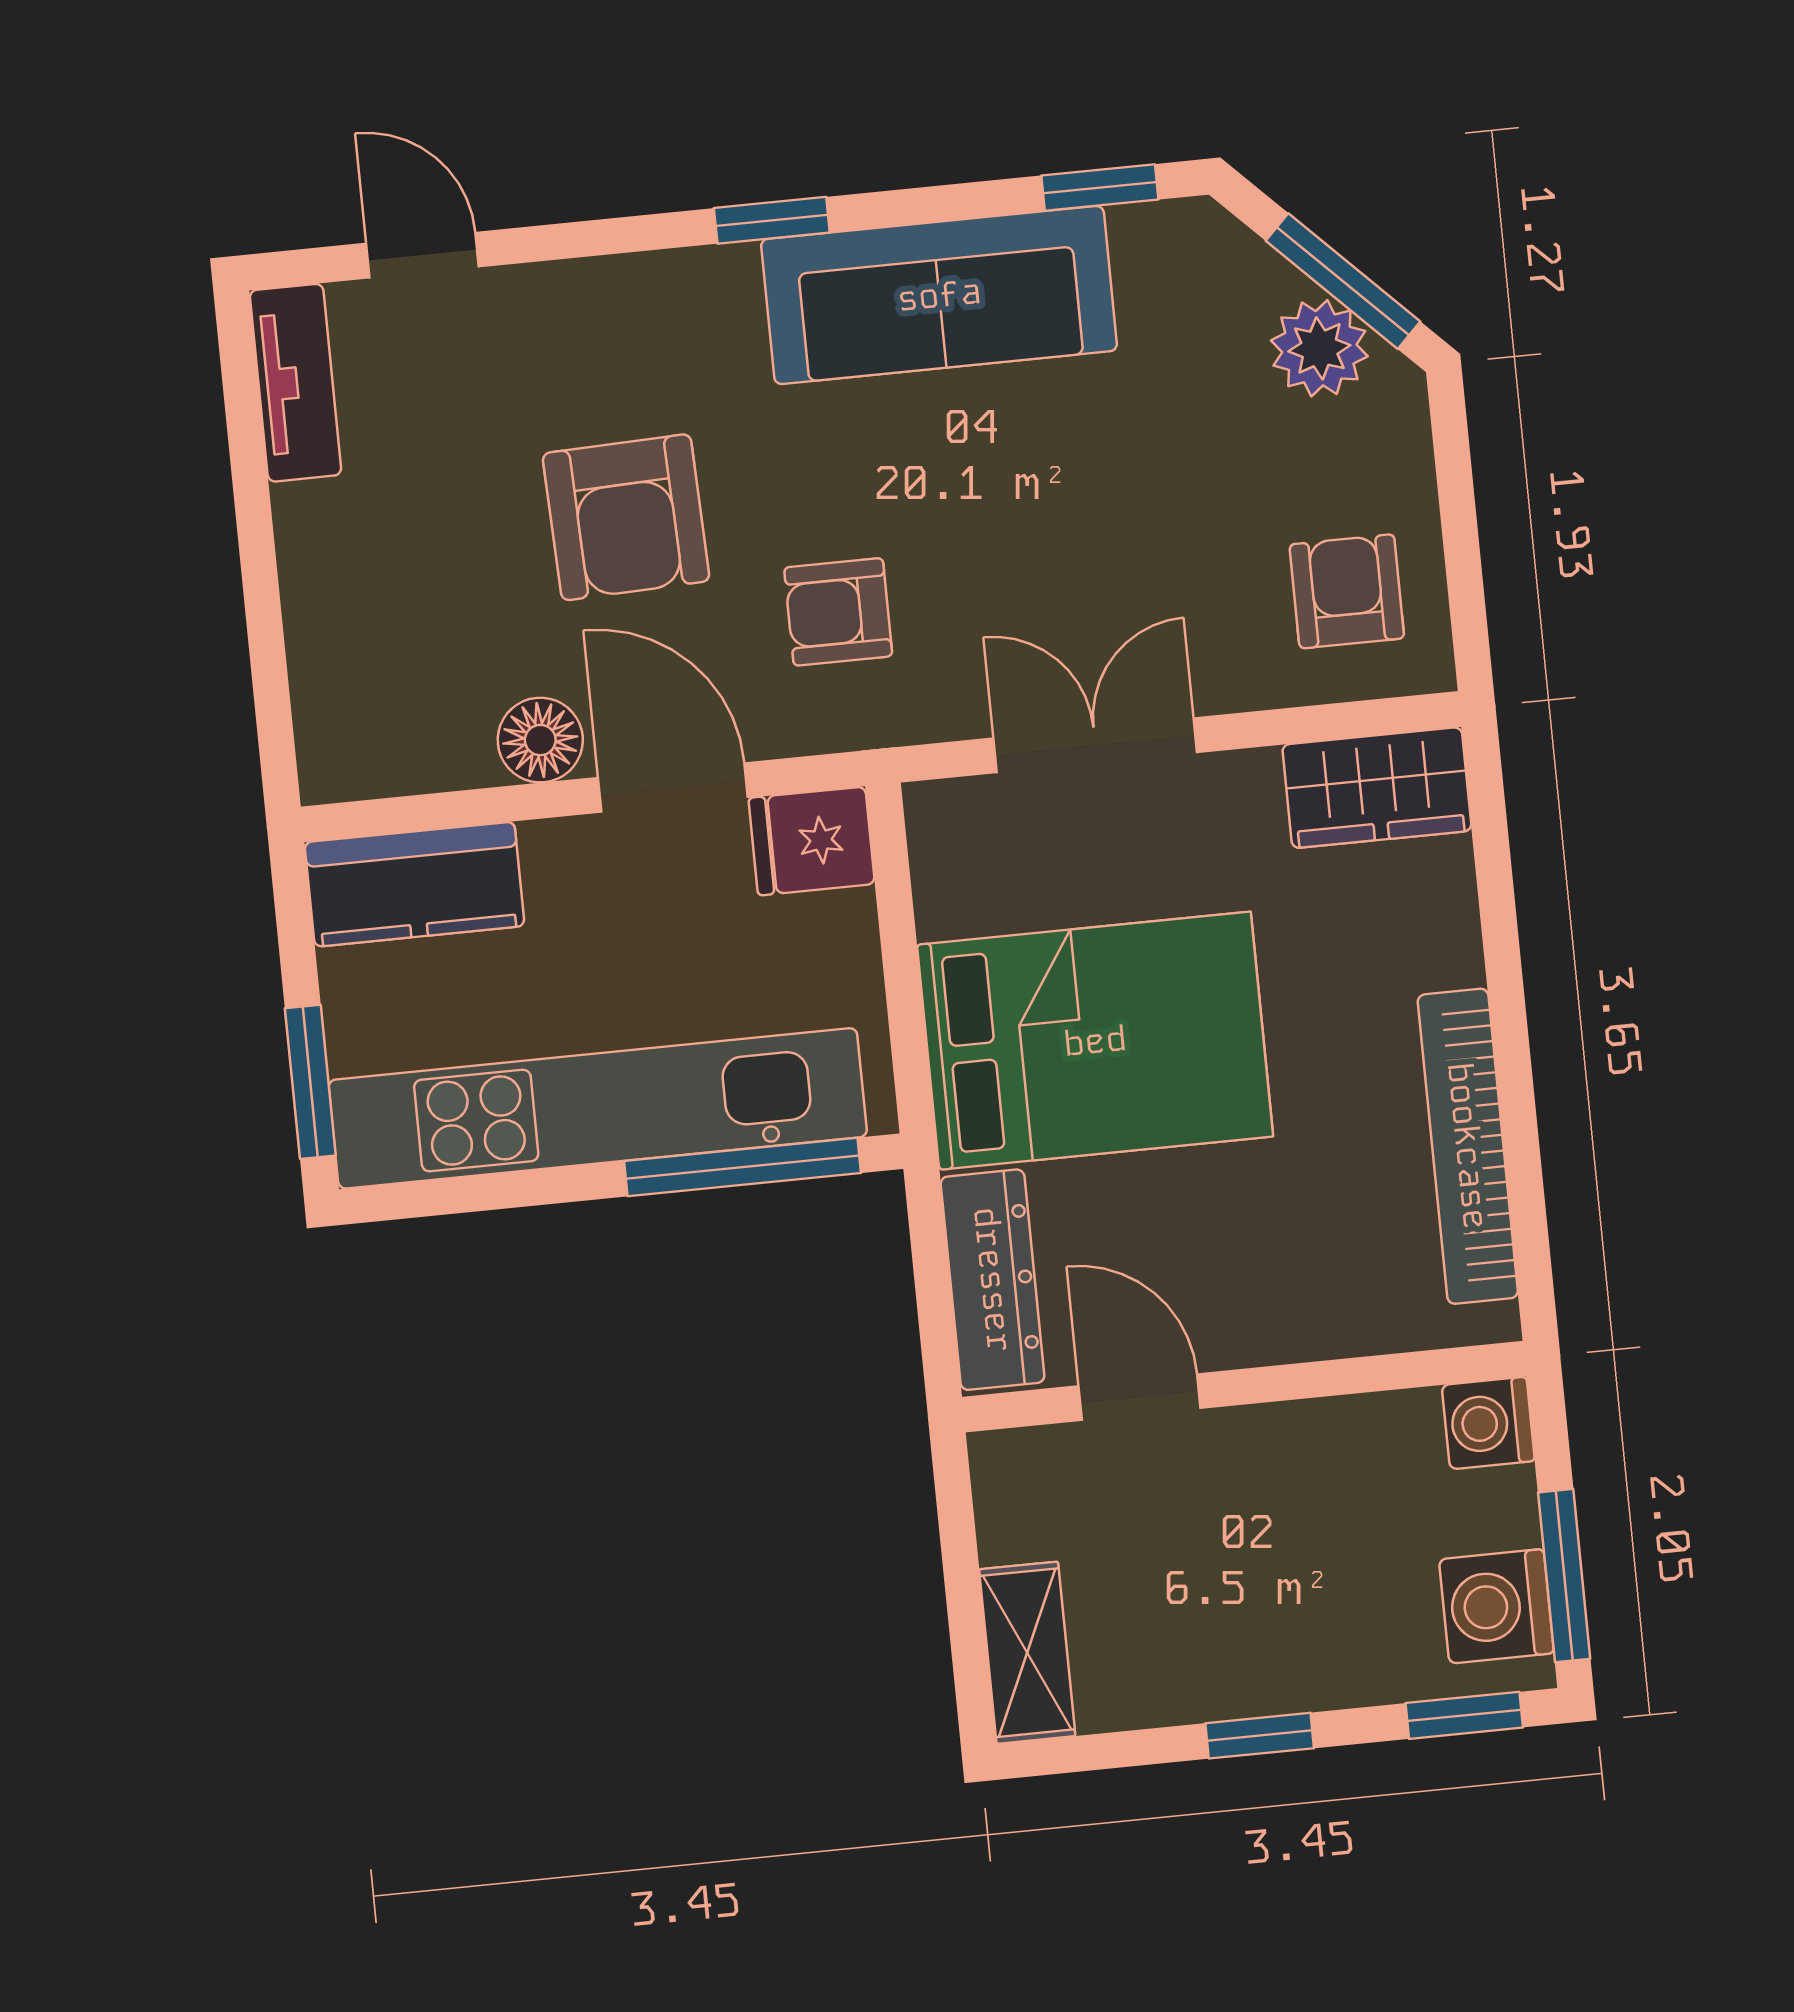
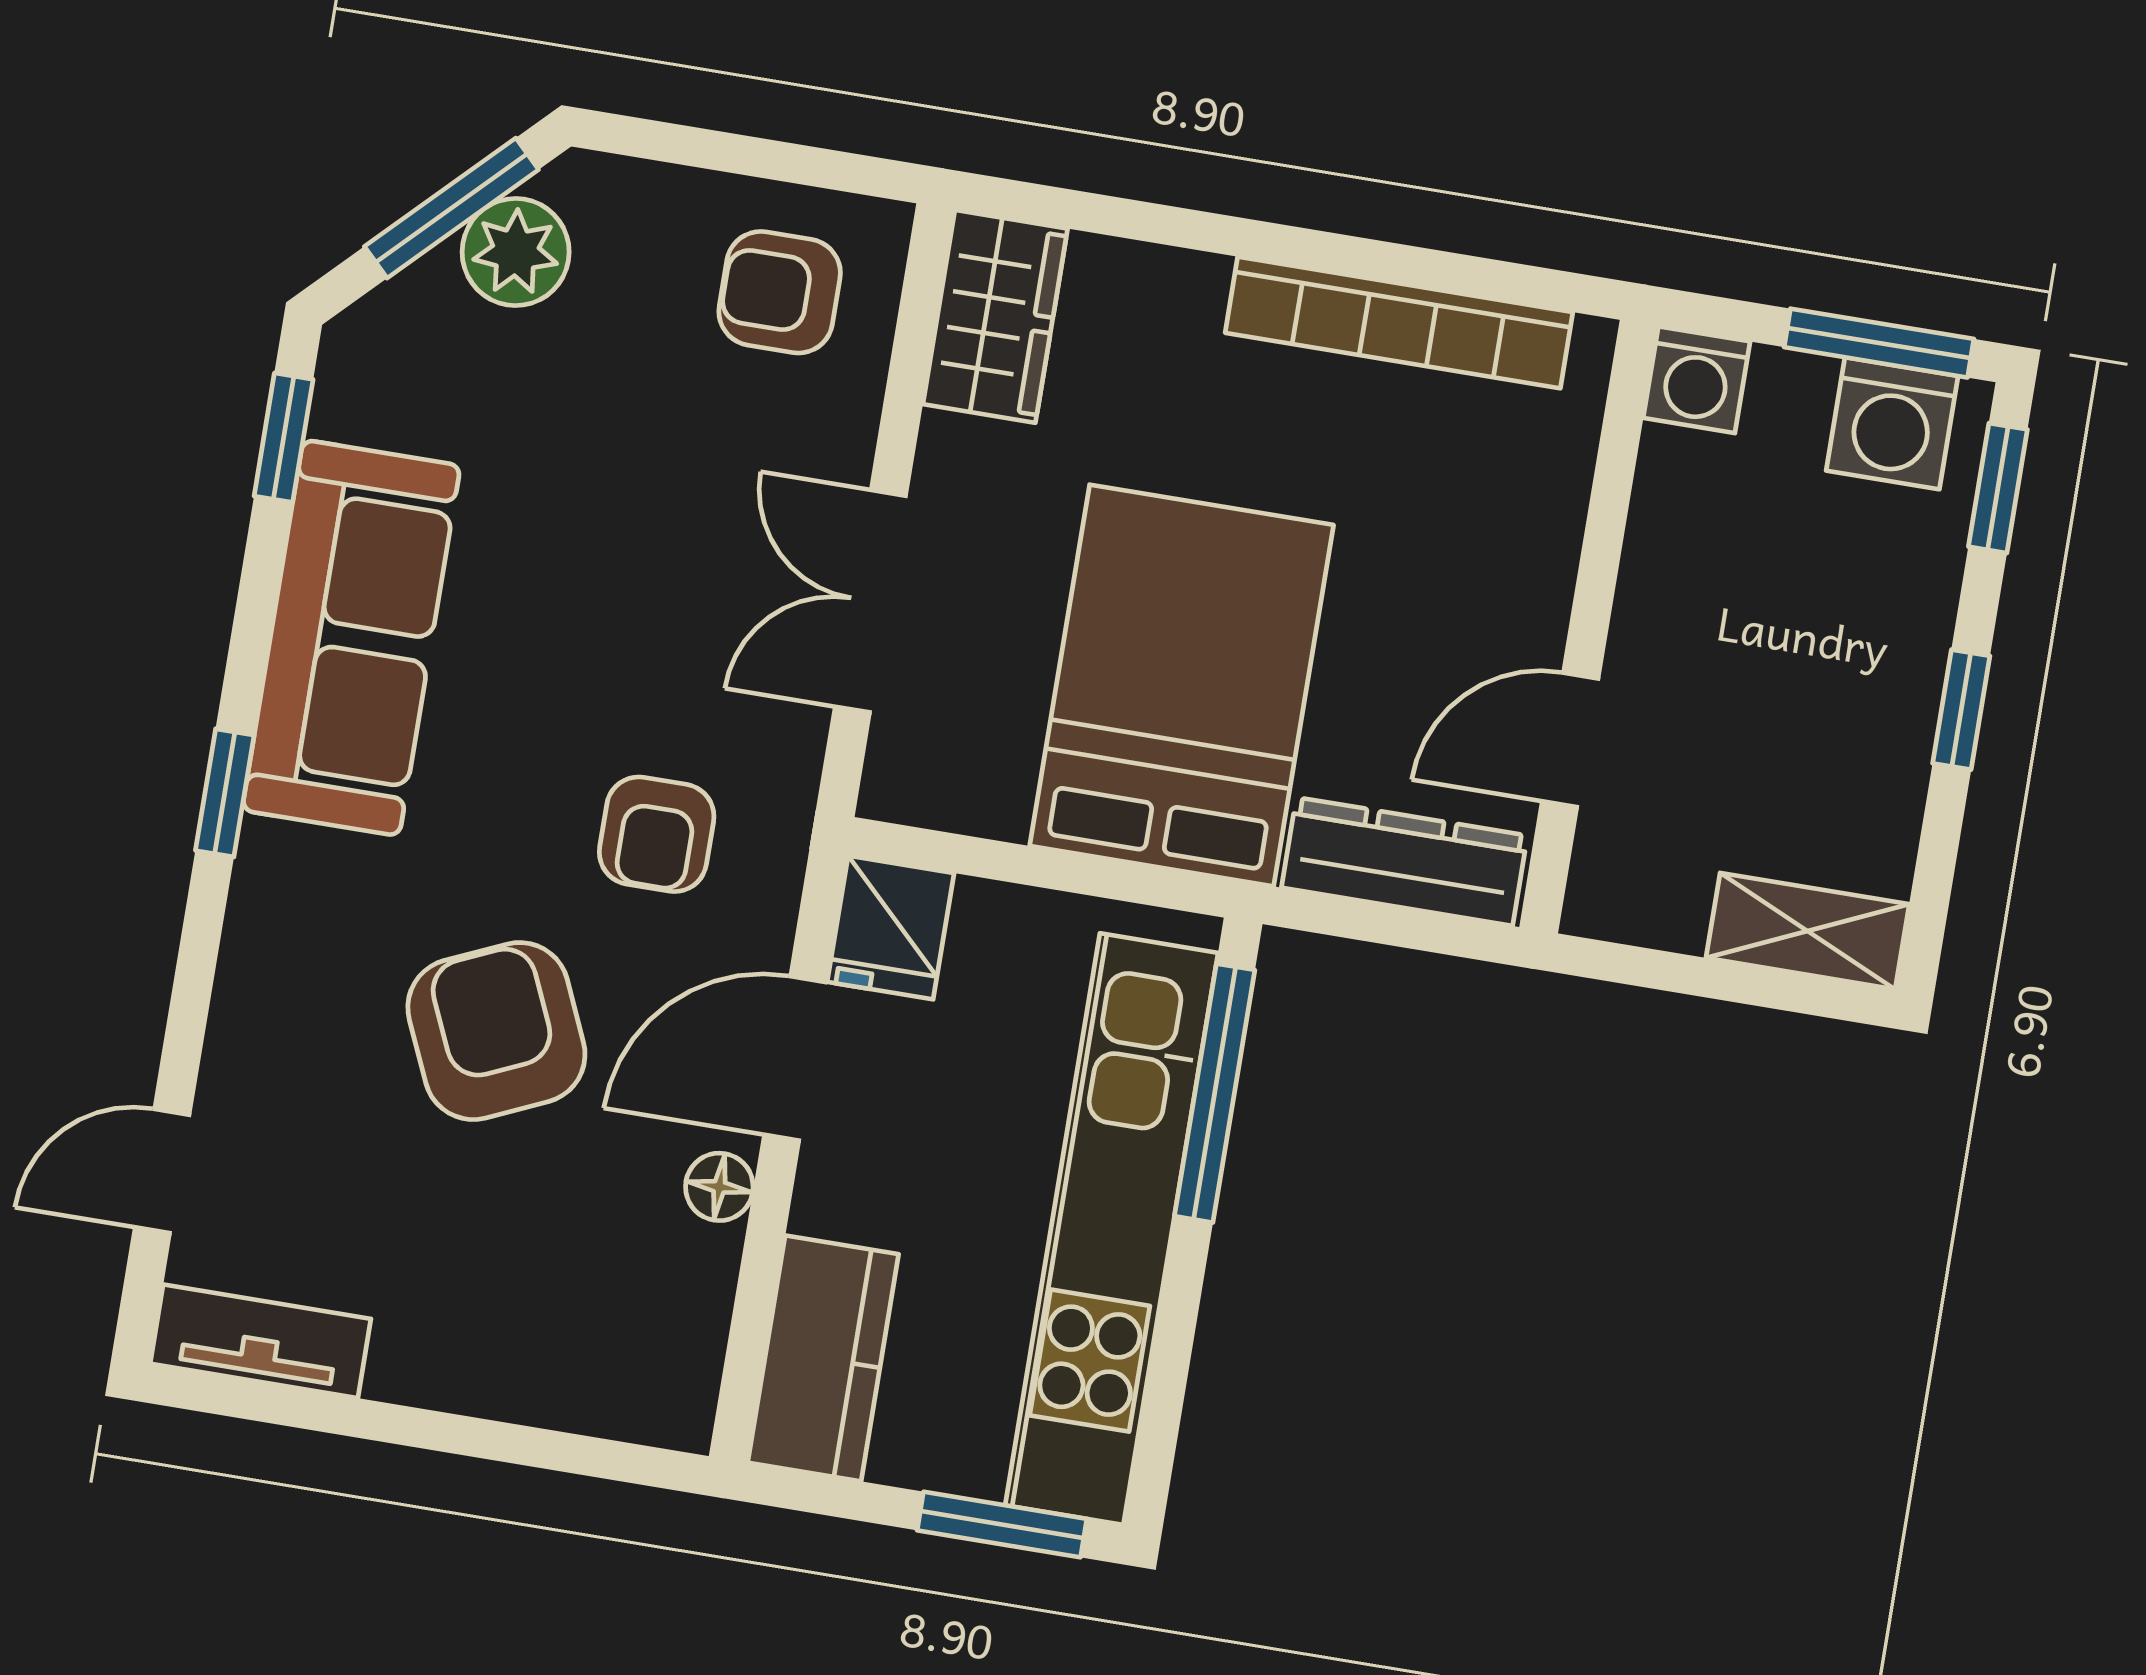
armchair: (626, 517) -> (496, 1031), turned -112
floor lamp: (540, 740) -> (719, 1187), width x0.73, depth x0.73

